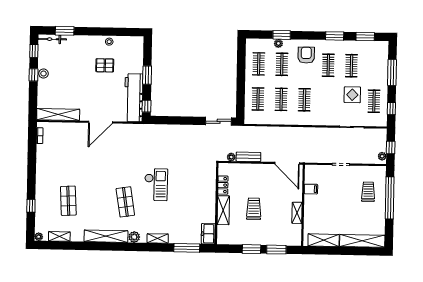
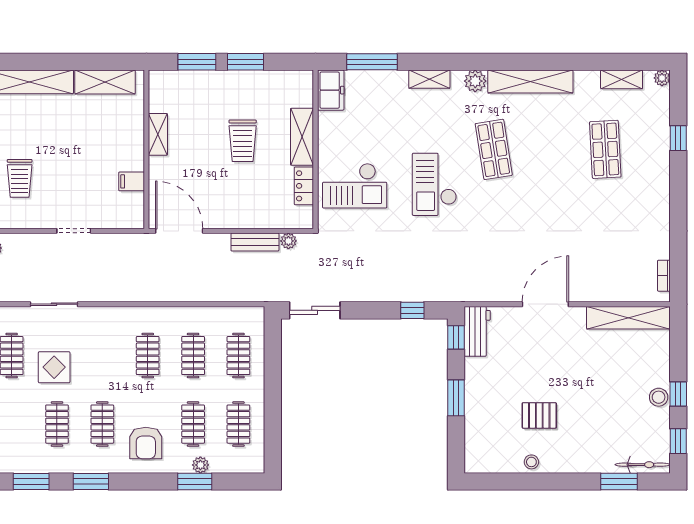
workbench: (134, 98) -> (477, 331), width x0.53, depth x0.76
window: (169, 120) -> (412, 310), added
checkout: (197, 185) -> (355, 186), added

